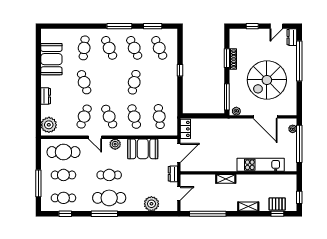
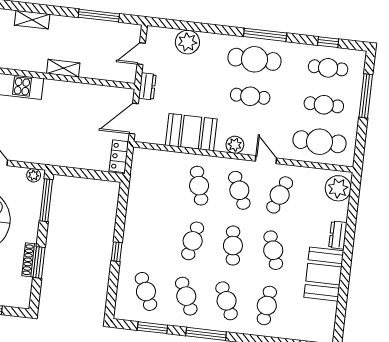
booth: (51, 59) -> (324, 274), moved
cafe table: (159, 117) -> (233, 246), moved
window: (208, 214) -> (99, 16), width x0.68

